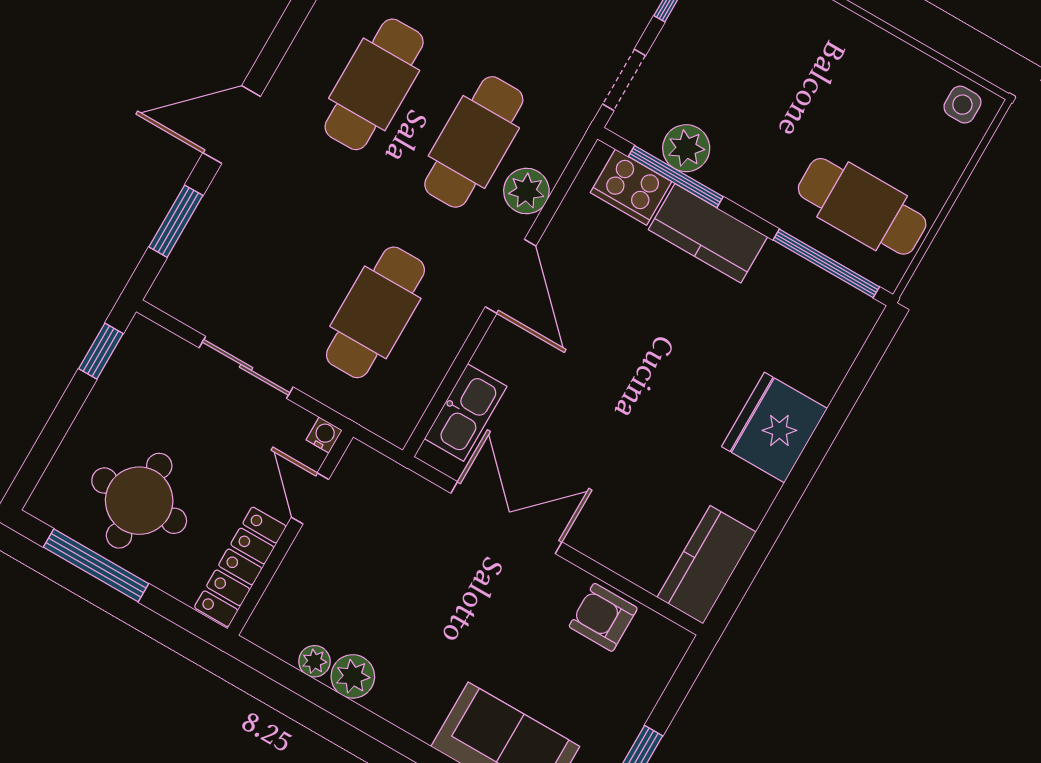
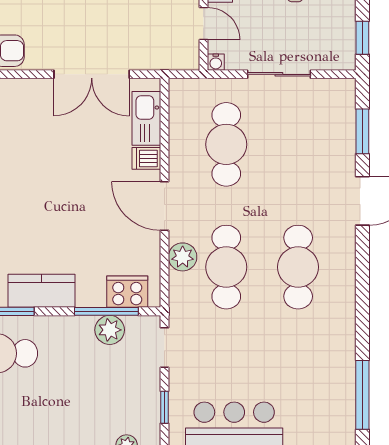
kitchen counter: (708, 233) -> (41, 291), moved
dishwasher: (498, 357) -> (146, 158), added

